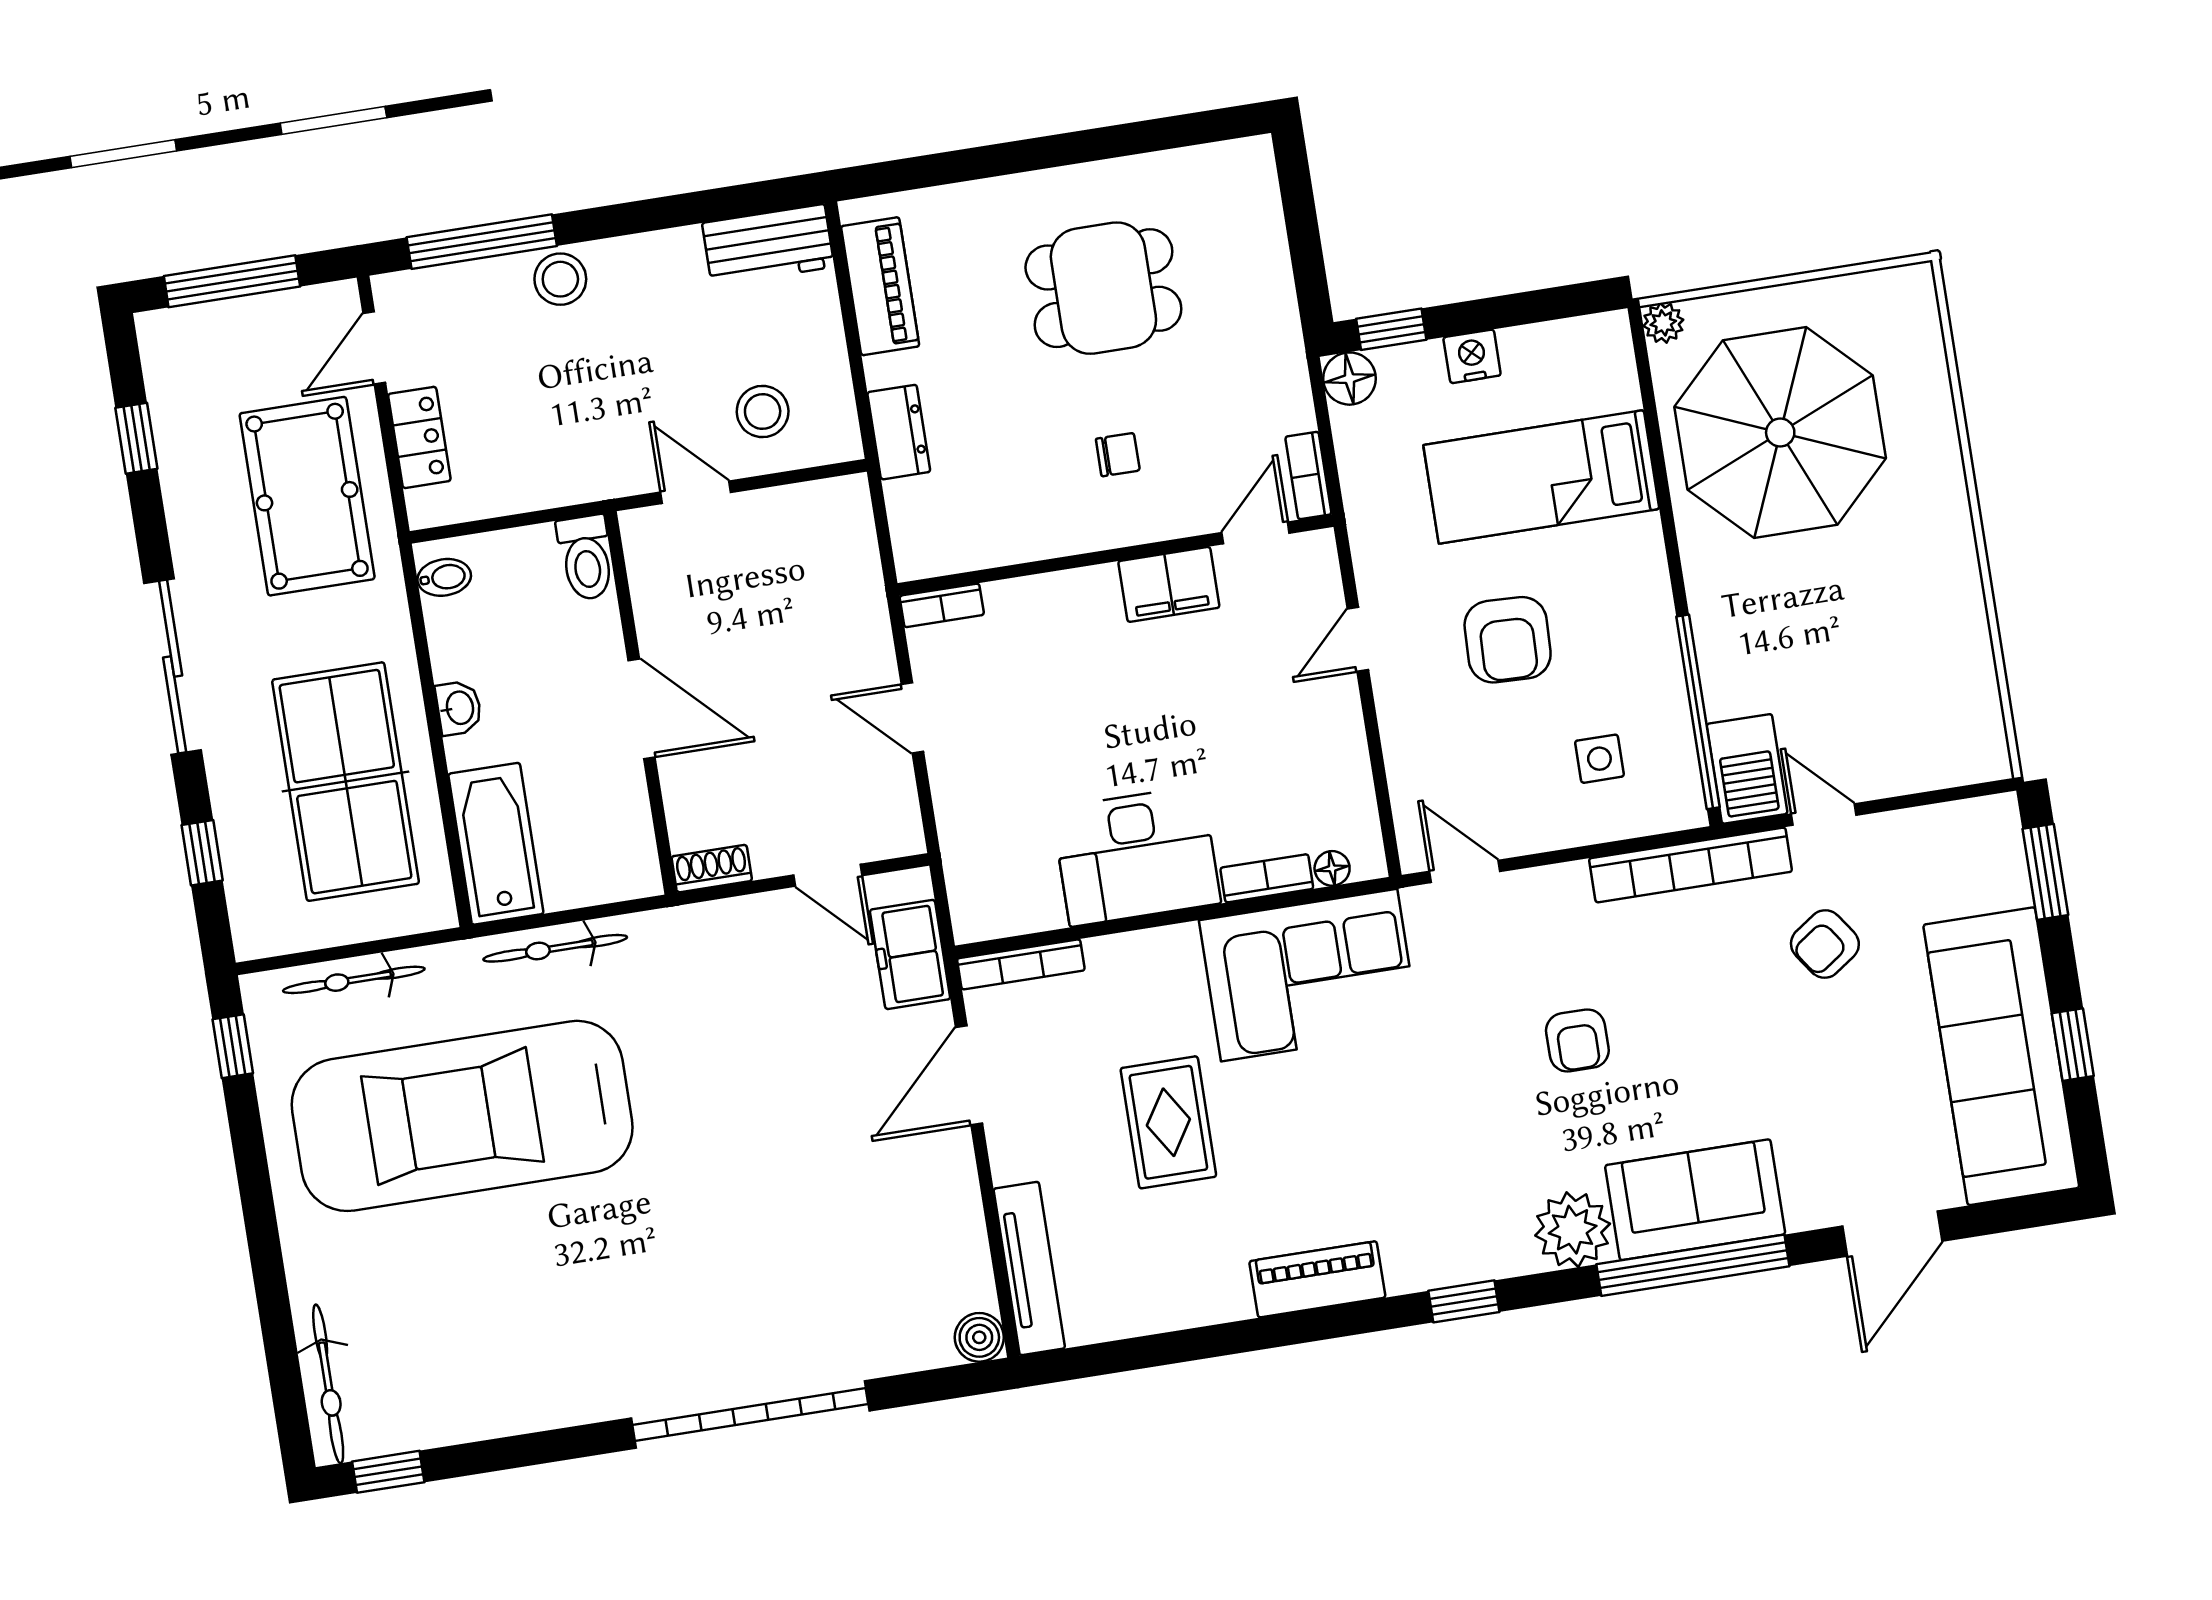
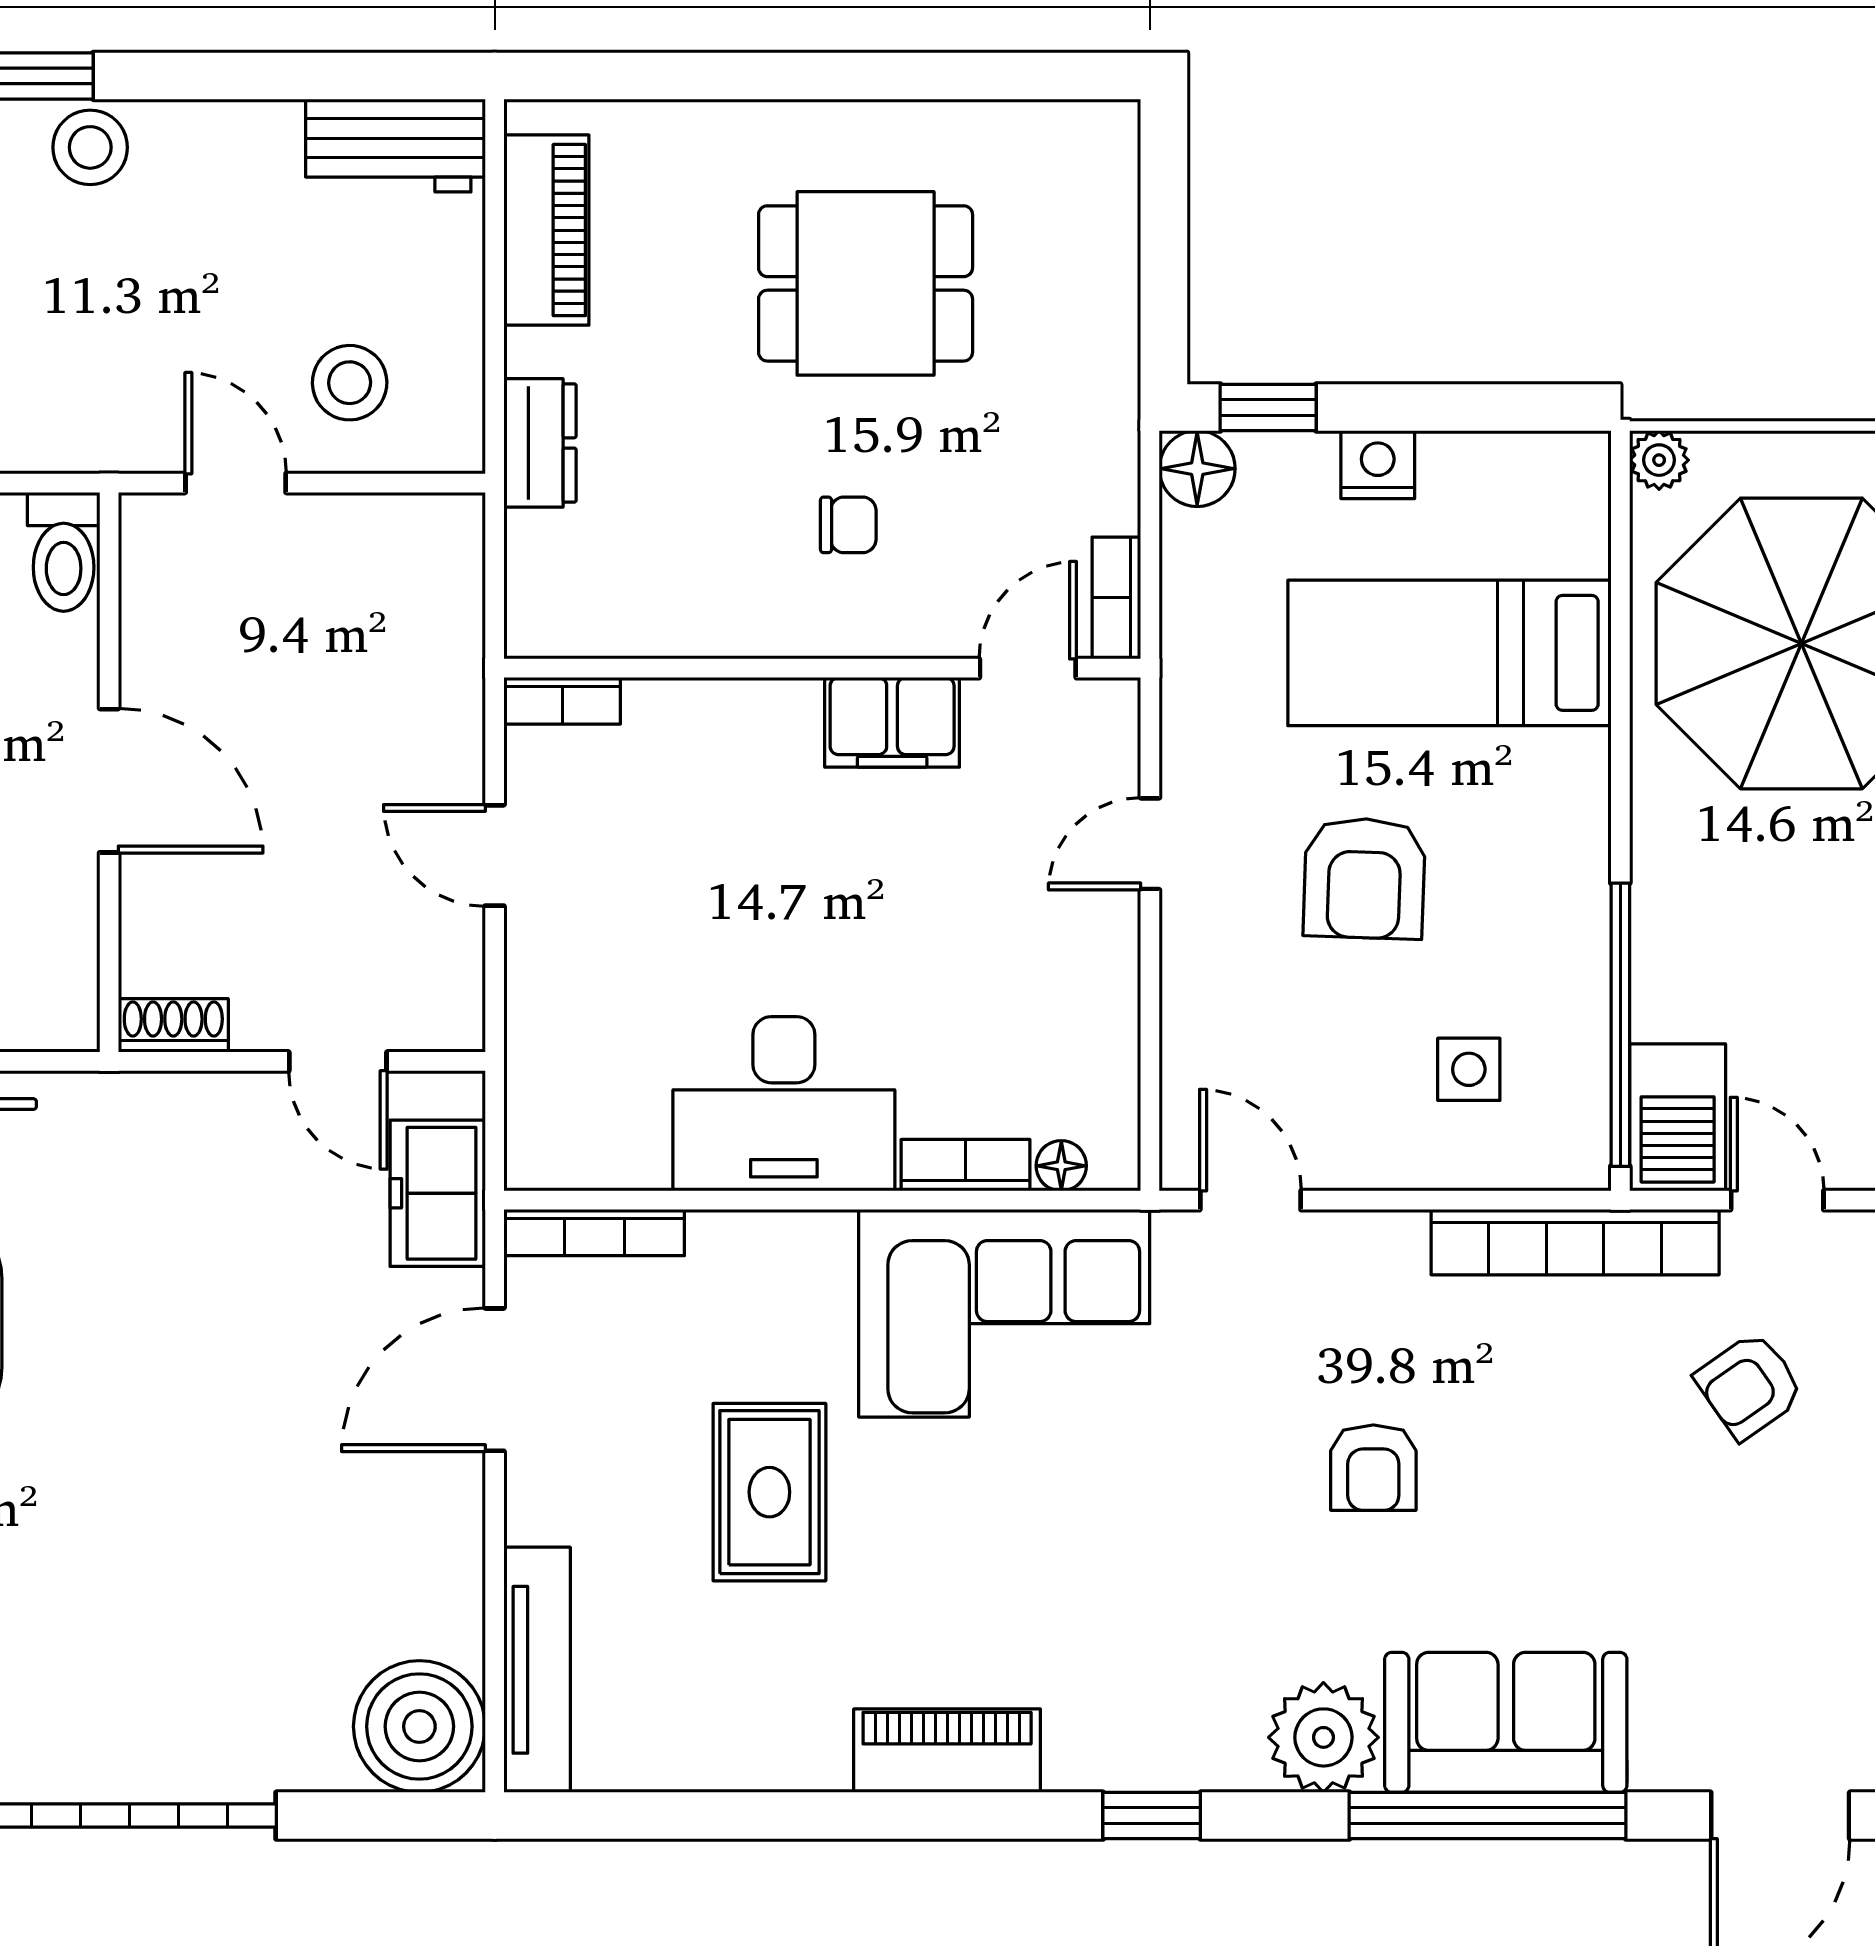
boiler: (979, 1337) -> (419, 1726), width x1.86, depth x1.86

